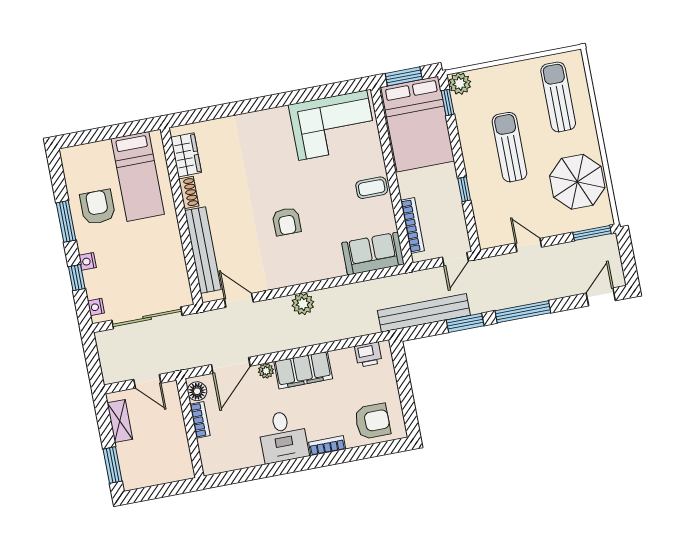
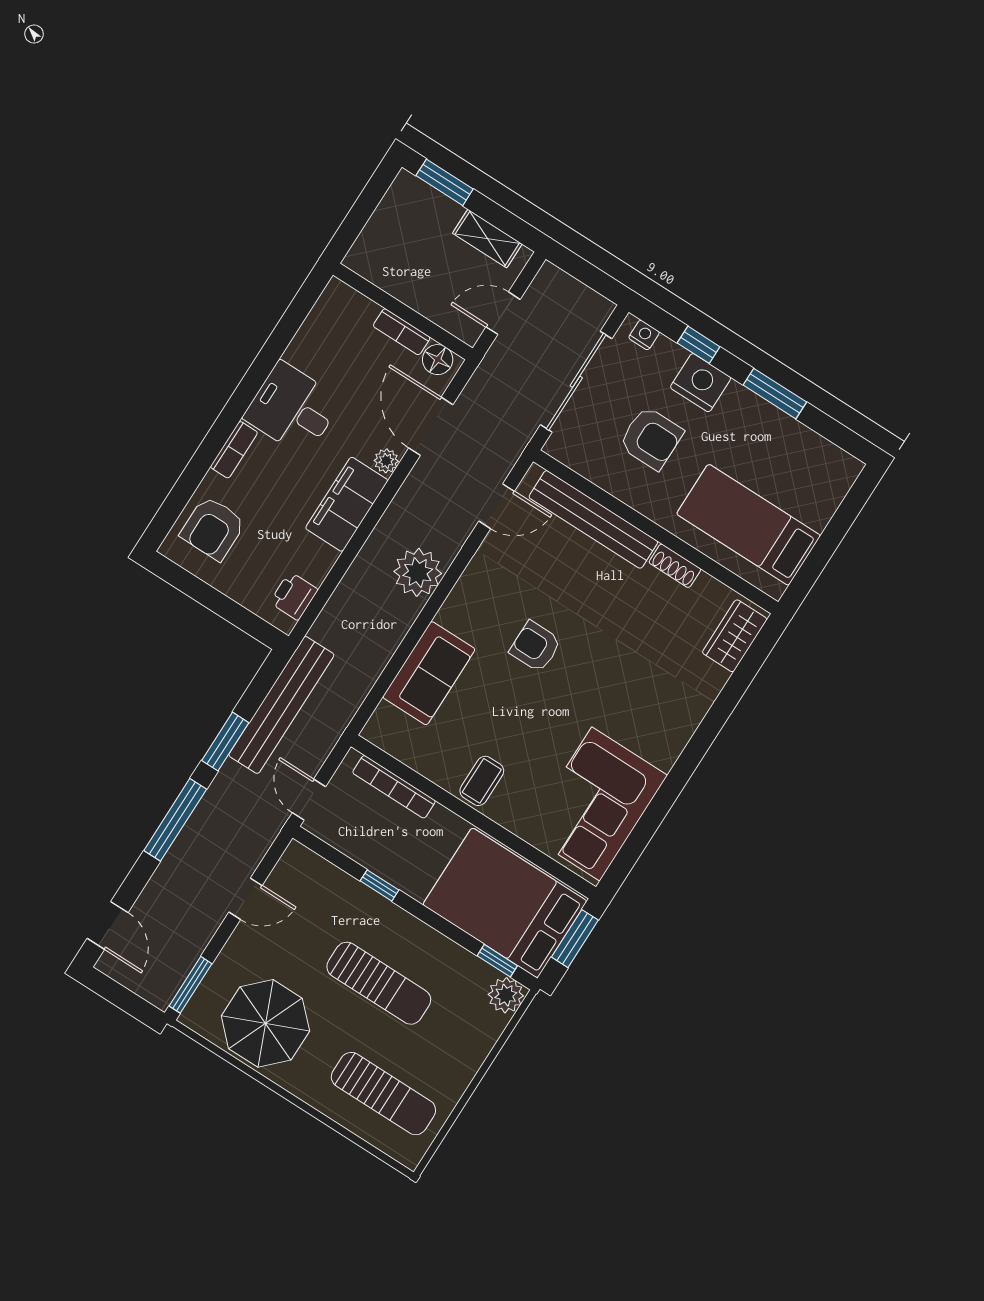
wardrobe: (186, 155) -> (735, 636), moved, turned 90
armchair: (98, 207) -> (651, 438), moved
sofa: (373, 254) -> (429, 673), moved
nightstand: (88, 261) -> (701, 383), width x1.89, depth x1.79
plant: (303, 304) -> (418, 572), width x1.36, depth x1.36

